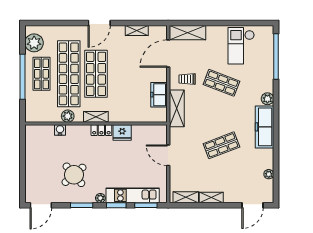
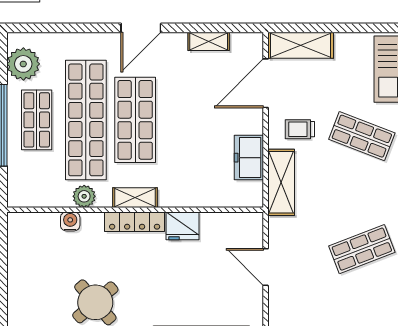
locker: (101, 130) -> (135, 222), width x1.53

